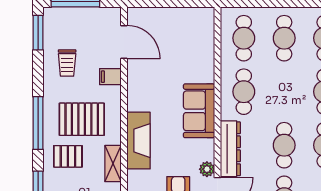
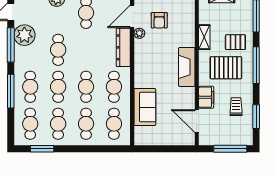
window: (38, 33) -> (256, 117), moved
filing cabinet: (110, 77) -> (206, 97), width x2.00
sofa: (199, 111) -> (145, 107), moved
fireplace: (138, 141) -> (187, 67), moved
cafe table: (284, 145) -> (86, 87), moved

